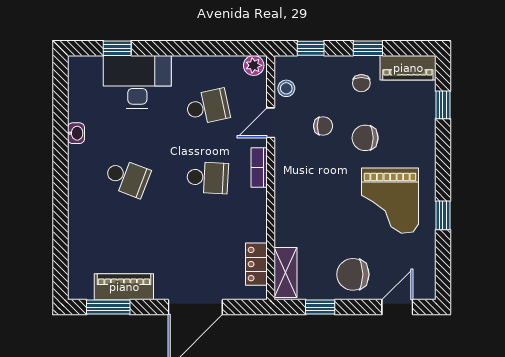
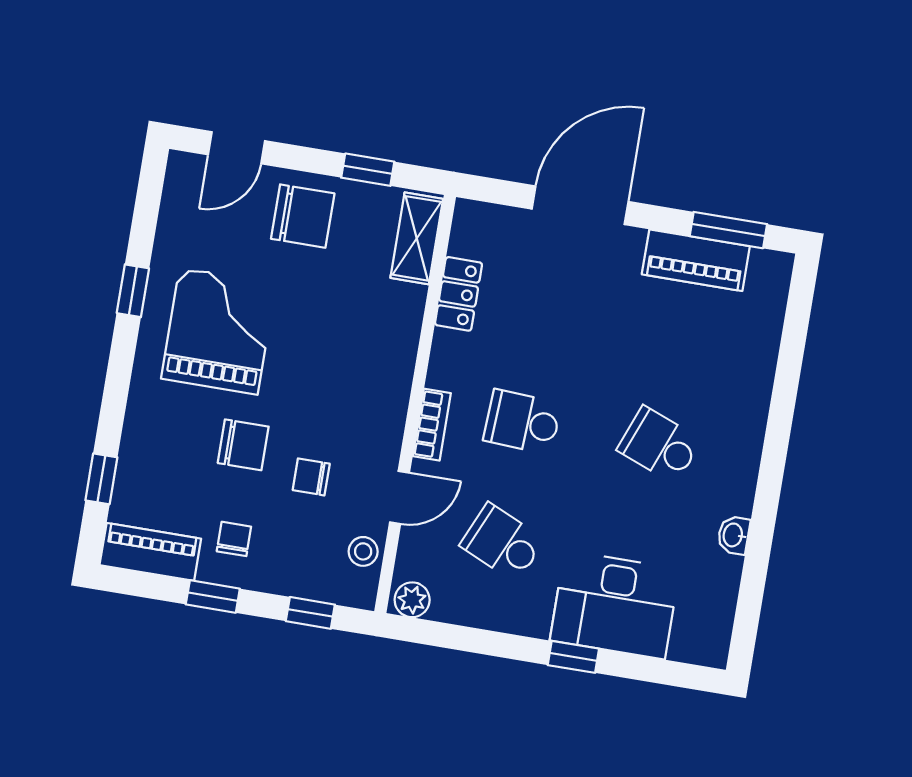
window: (117, 48) -> (573, 657), moved
school desk: (208, 107) -> (502, 543), turned 36
locker: (256, 264) -> (458, 294), moved

